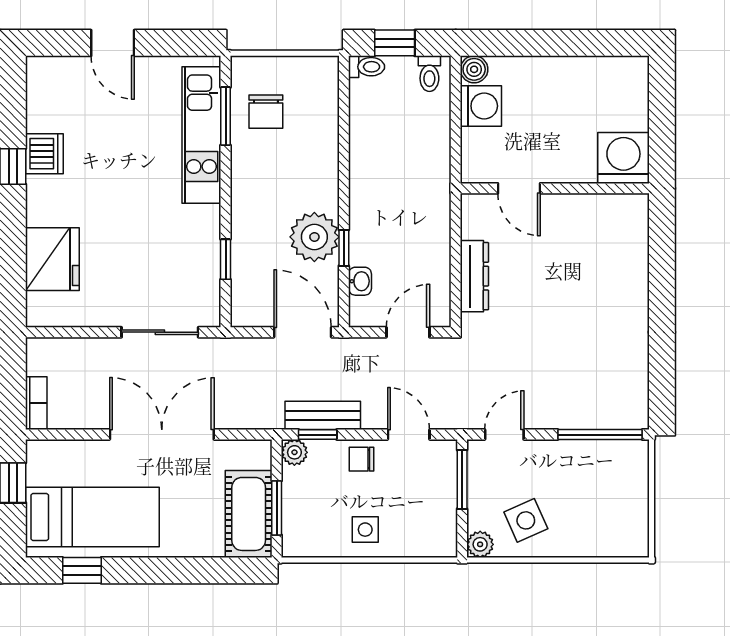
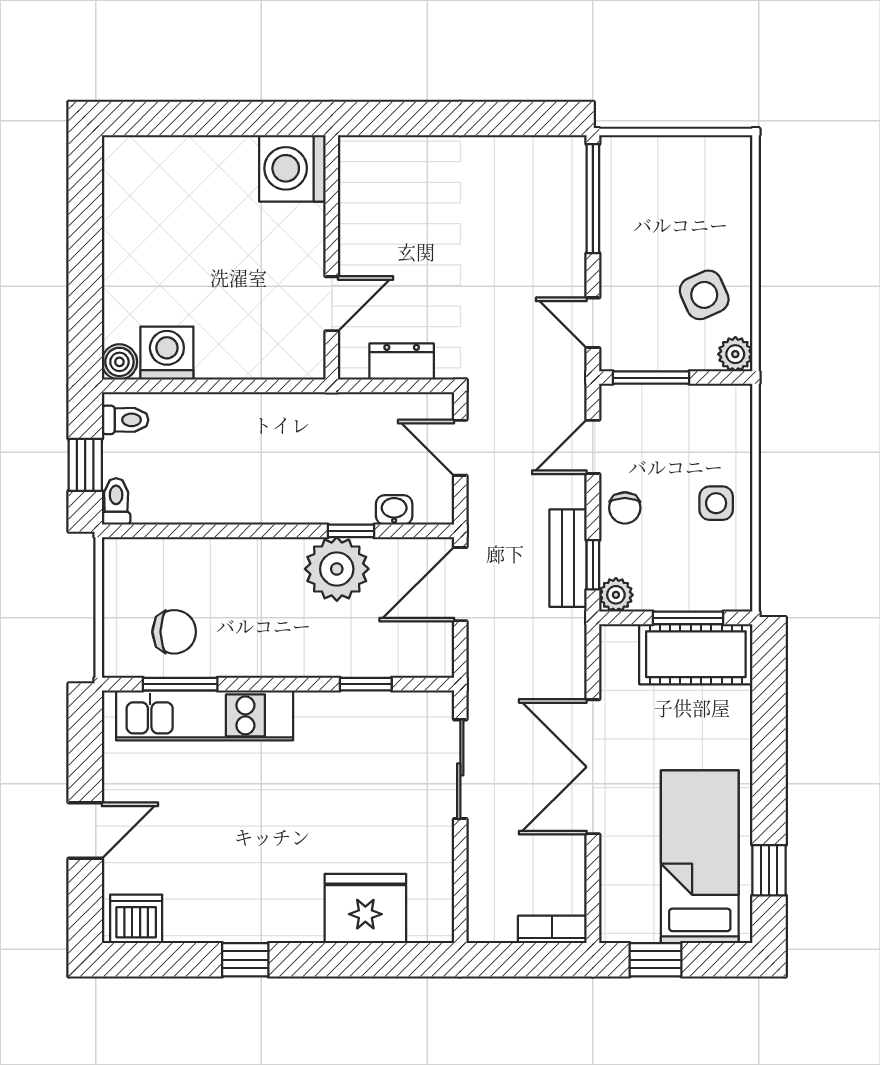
dishwasher: (44, 154) -> (136, 919), moved
washing machine: (623, 158) -> (292, 168), moved
door: (519, 188) -> (332, 304), moved
wall: (555, 188) -> (332, 257), moved
dresser: (474, 276) -> (402, 361), width x0.70

